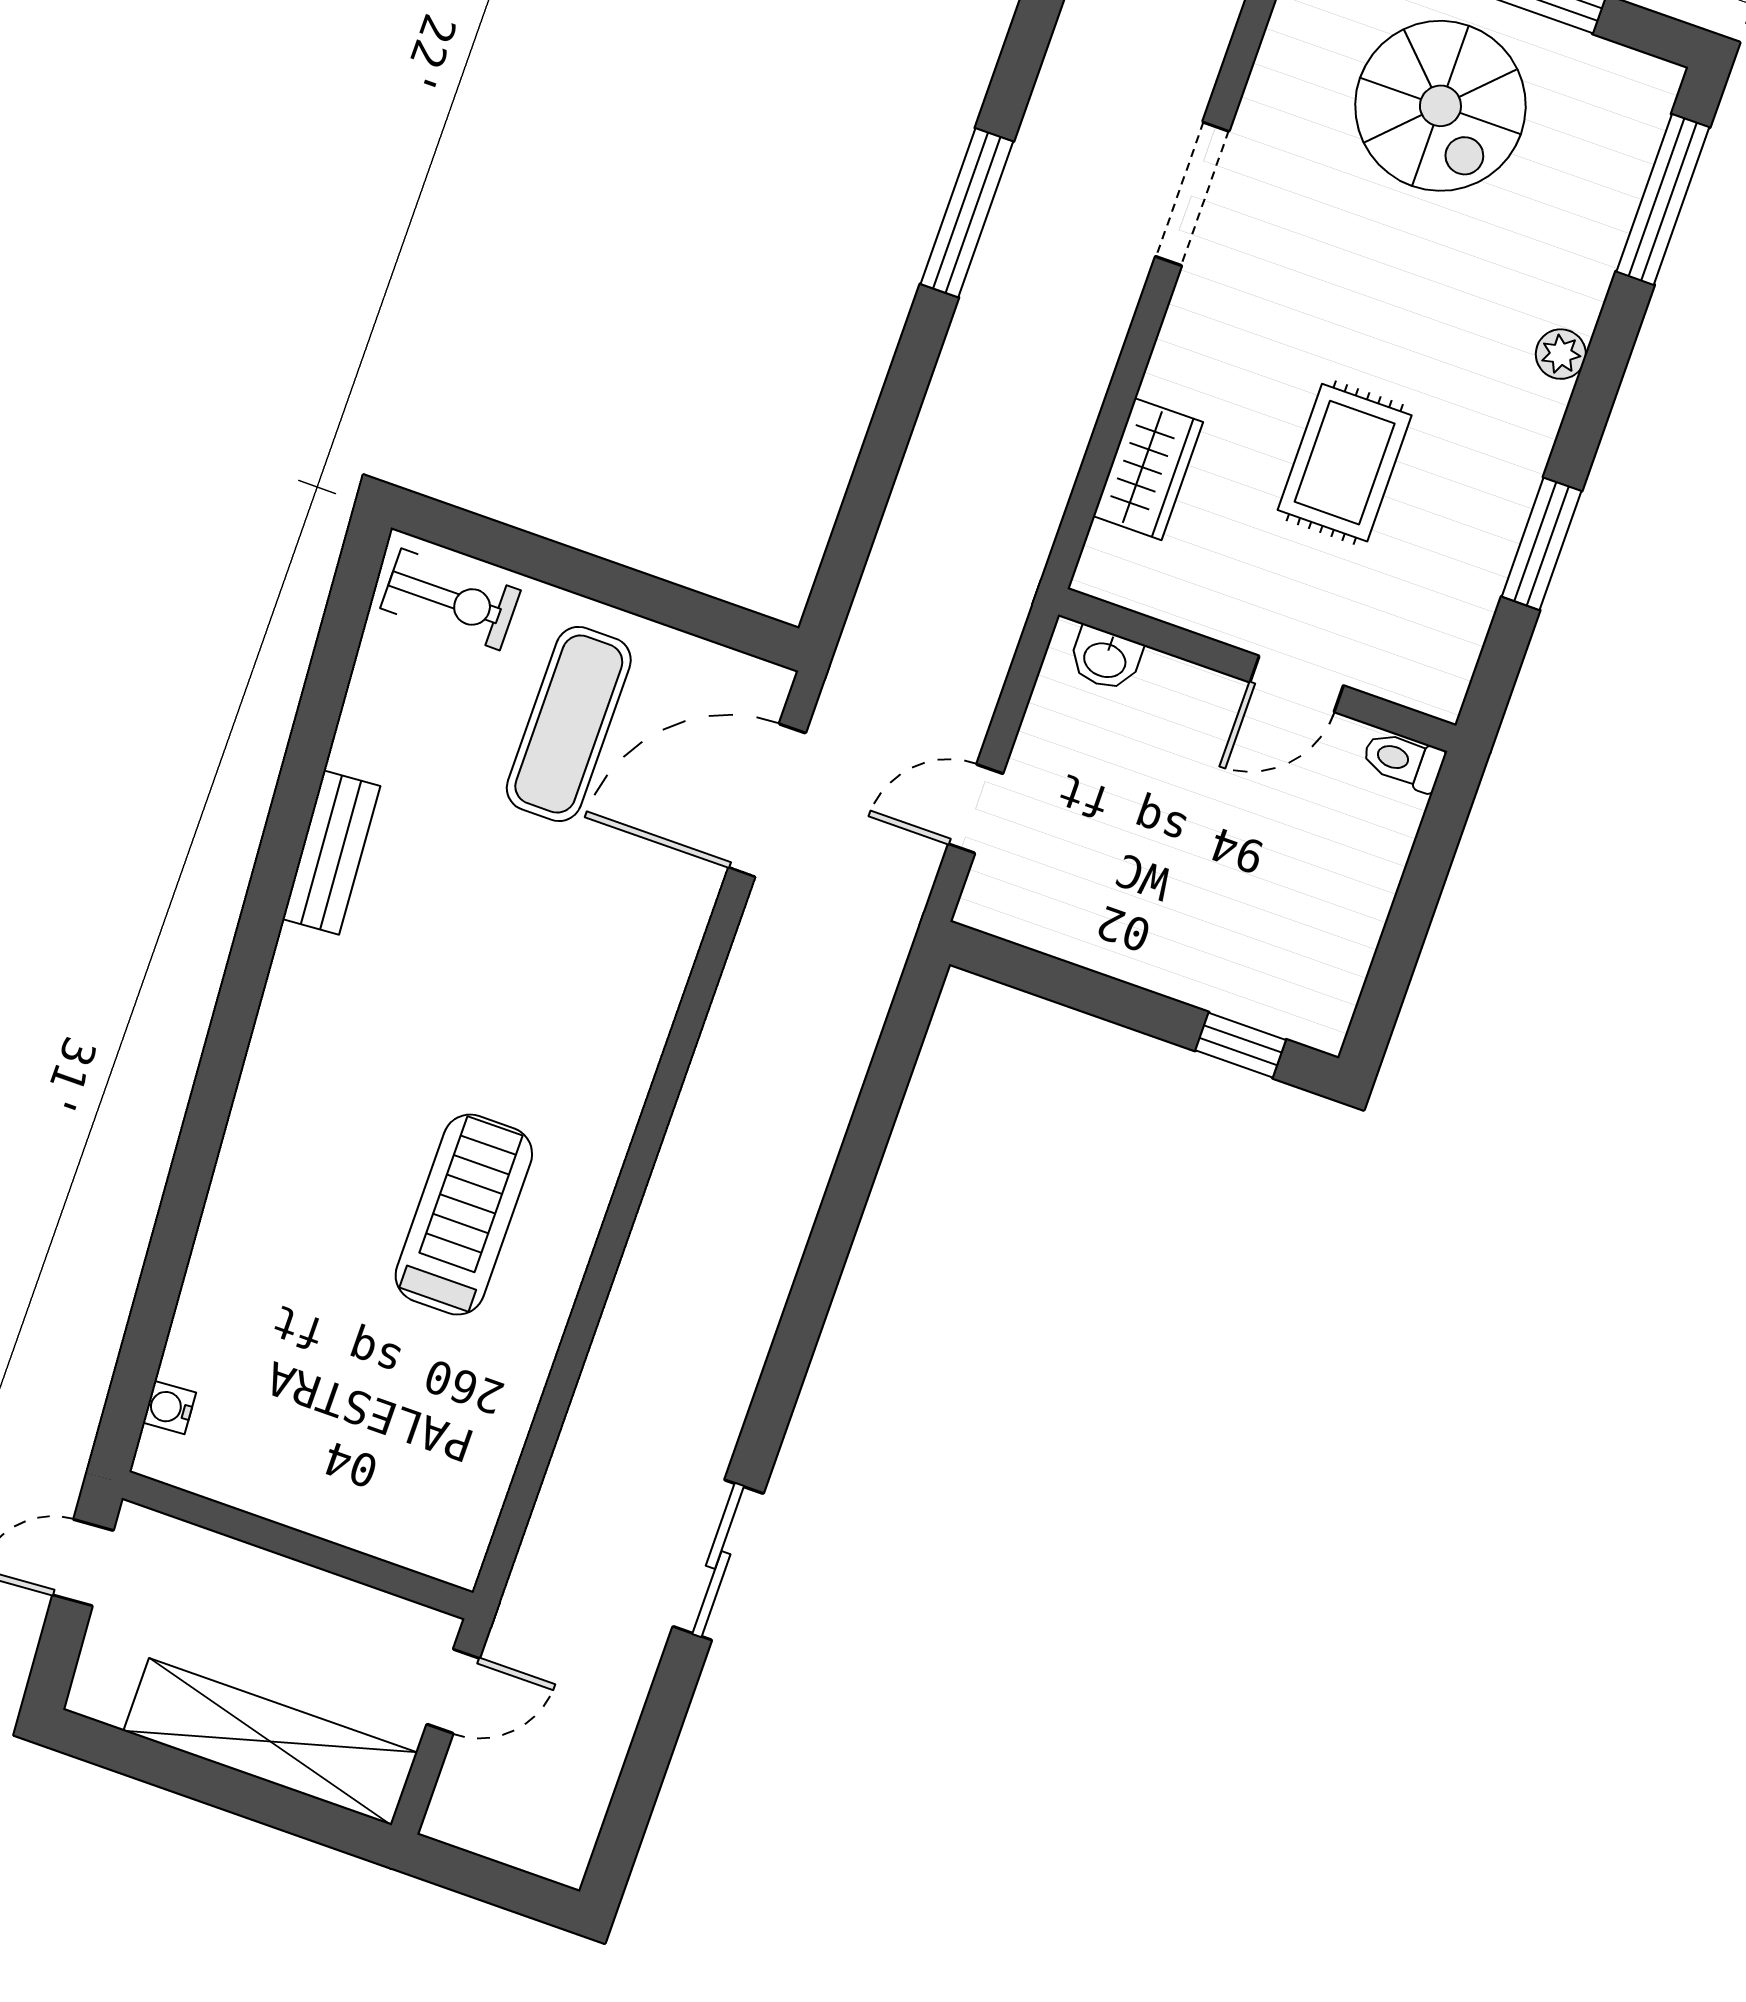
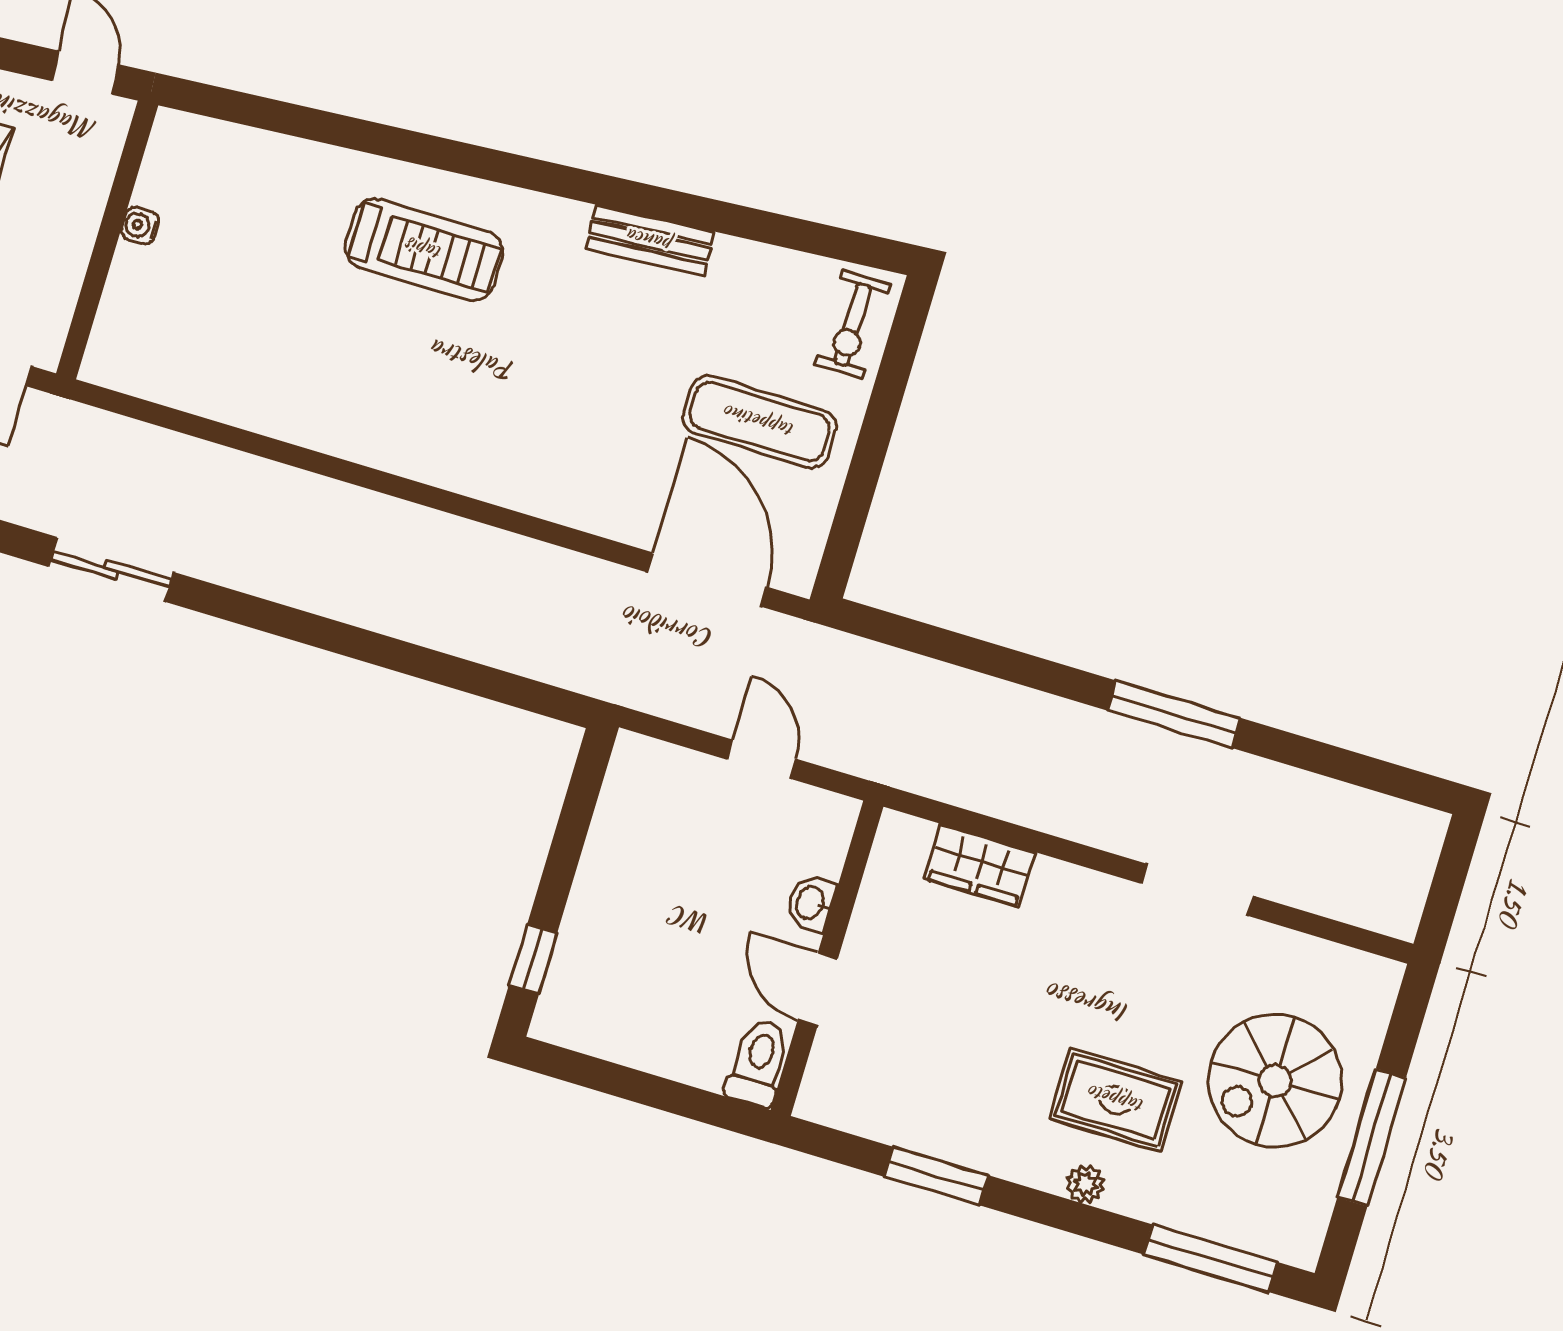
rug: (1345, 463) -> (1116, 1100), moved
washbasin: (1105, 659) -> (811, 903), moved
toilet: (1403, 761) -> (758, 1063), width x1.37, depth x1.39
door: (976, 809) -> (762, 759), moved
treadmill: (464, 1215) -> (424, 250), moved
water cooler: (169, 1408) -> (140, 225), moved, turned -86

